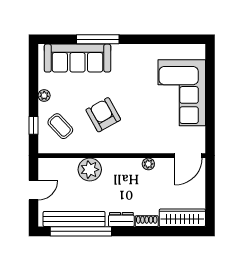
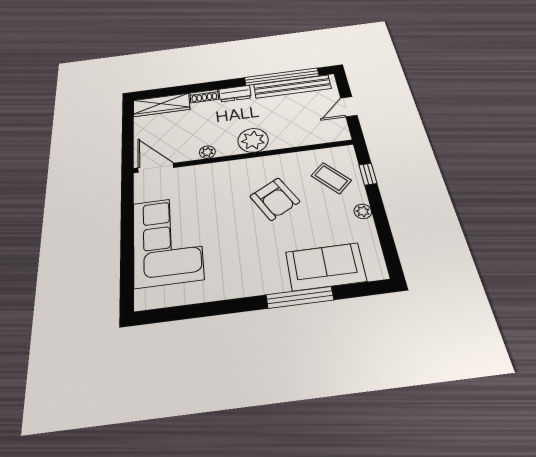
sofa: (77, 58) -> (326, 267), width x0.73
door: (188, 156) -> (156, 168), hinge flipped
plant: (90, 170) -> (253, 140), moved

